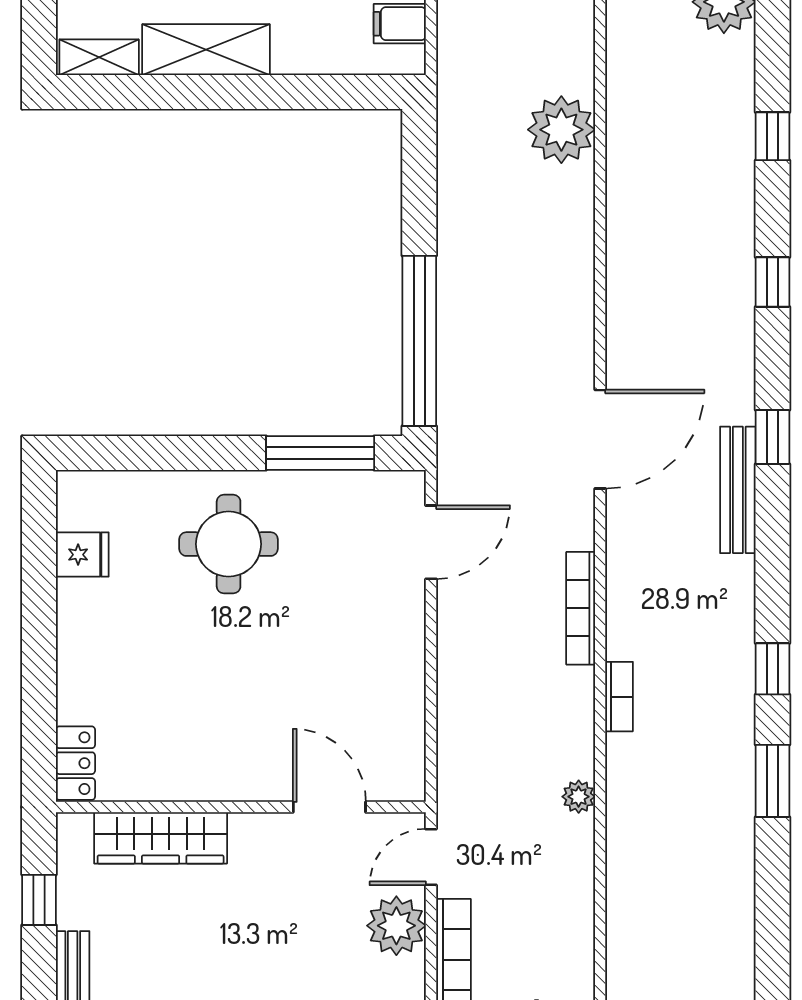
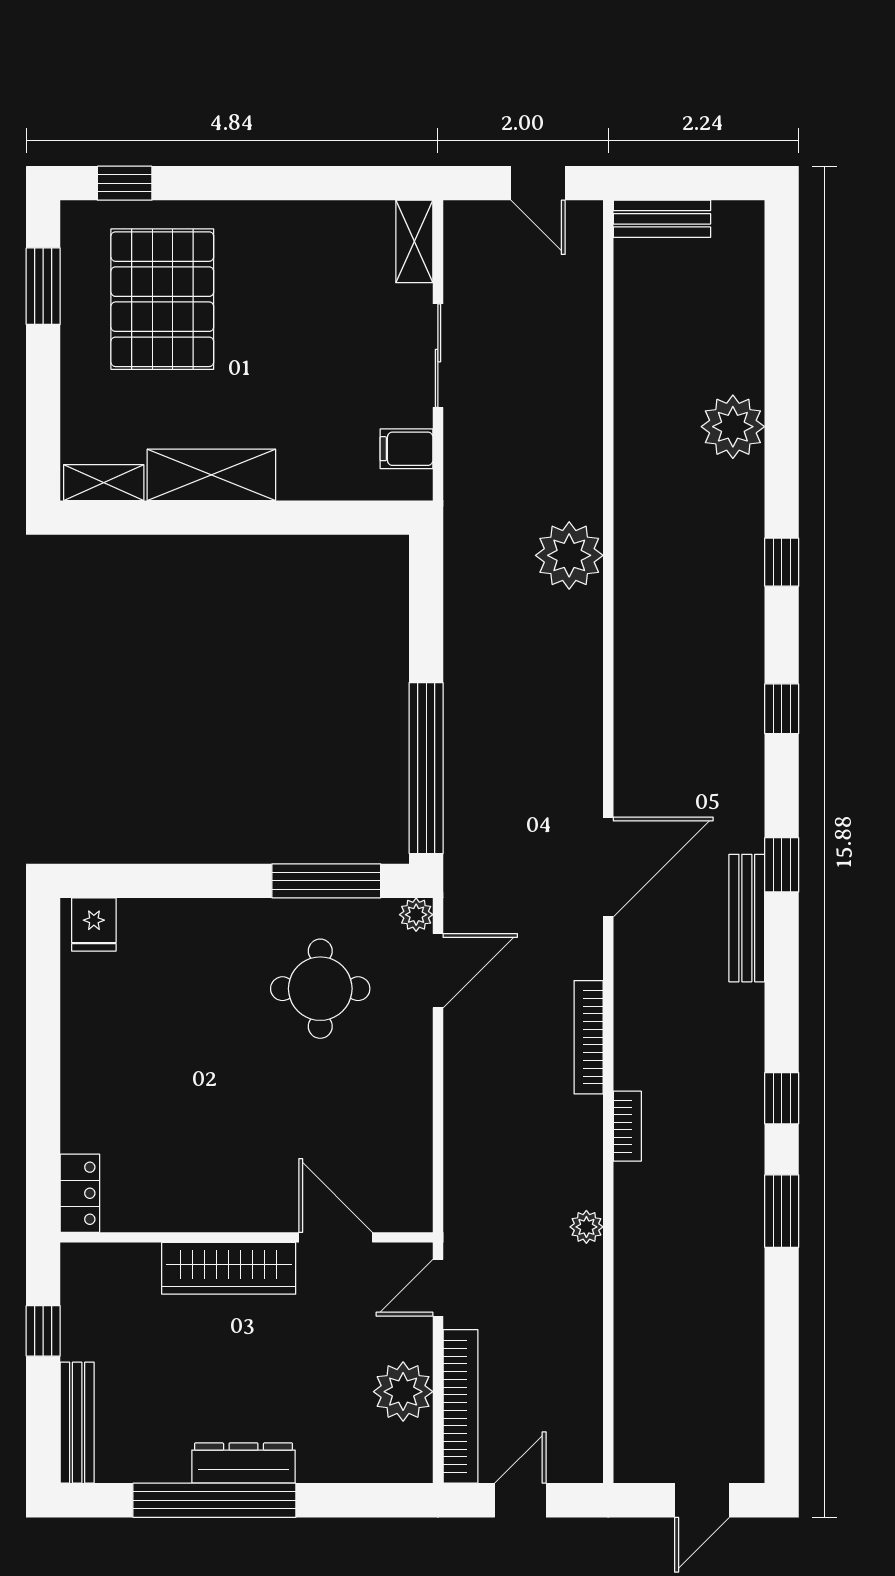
plant: (409, 487) -> (416, 915), added
round table: (229, 544) -> (320, 989), moved
fridge: (82, 555) -> (94, 924), moved, turned 90
wardrobe: (161, 838) -> (229, 1268), moved
plant: (396, 926) -> (403, 1392), moved

